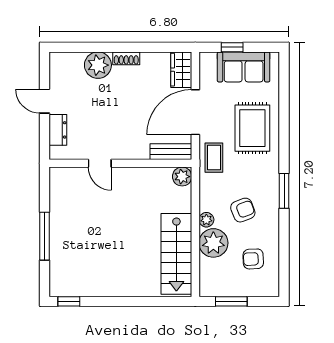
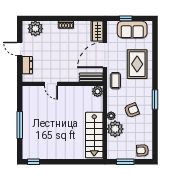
plant: (98, 65) -> (35, 29), moved
armchair: (253, 259) -> (143, 150), moved

